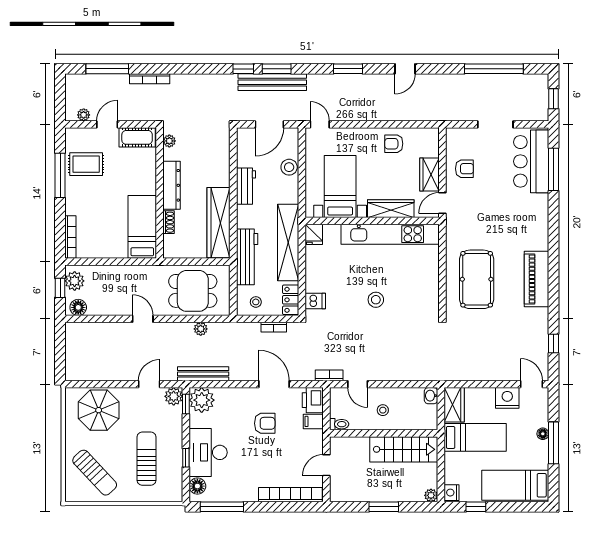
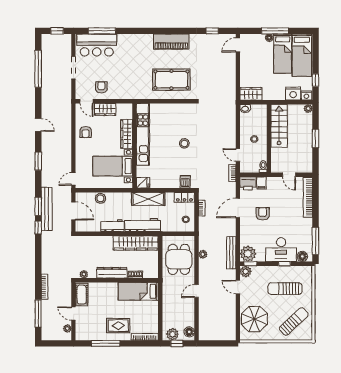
rug: (86, 164) -> (118, 326), moved, turned 90
door: (442, 203) -> (86, 101), moved
shelving: (288, 243) -> (148, 199), width x0.68
workbench: (247, 257) -> (143, 225), moved
door: (358, 384) -> (238, 155), swing flipped
nightstand: (507, 398) -> (293, 94), moved, turned -90
bed: (475, 437) -> (283, 54), moved, turned 180

